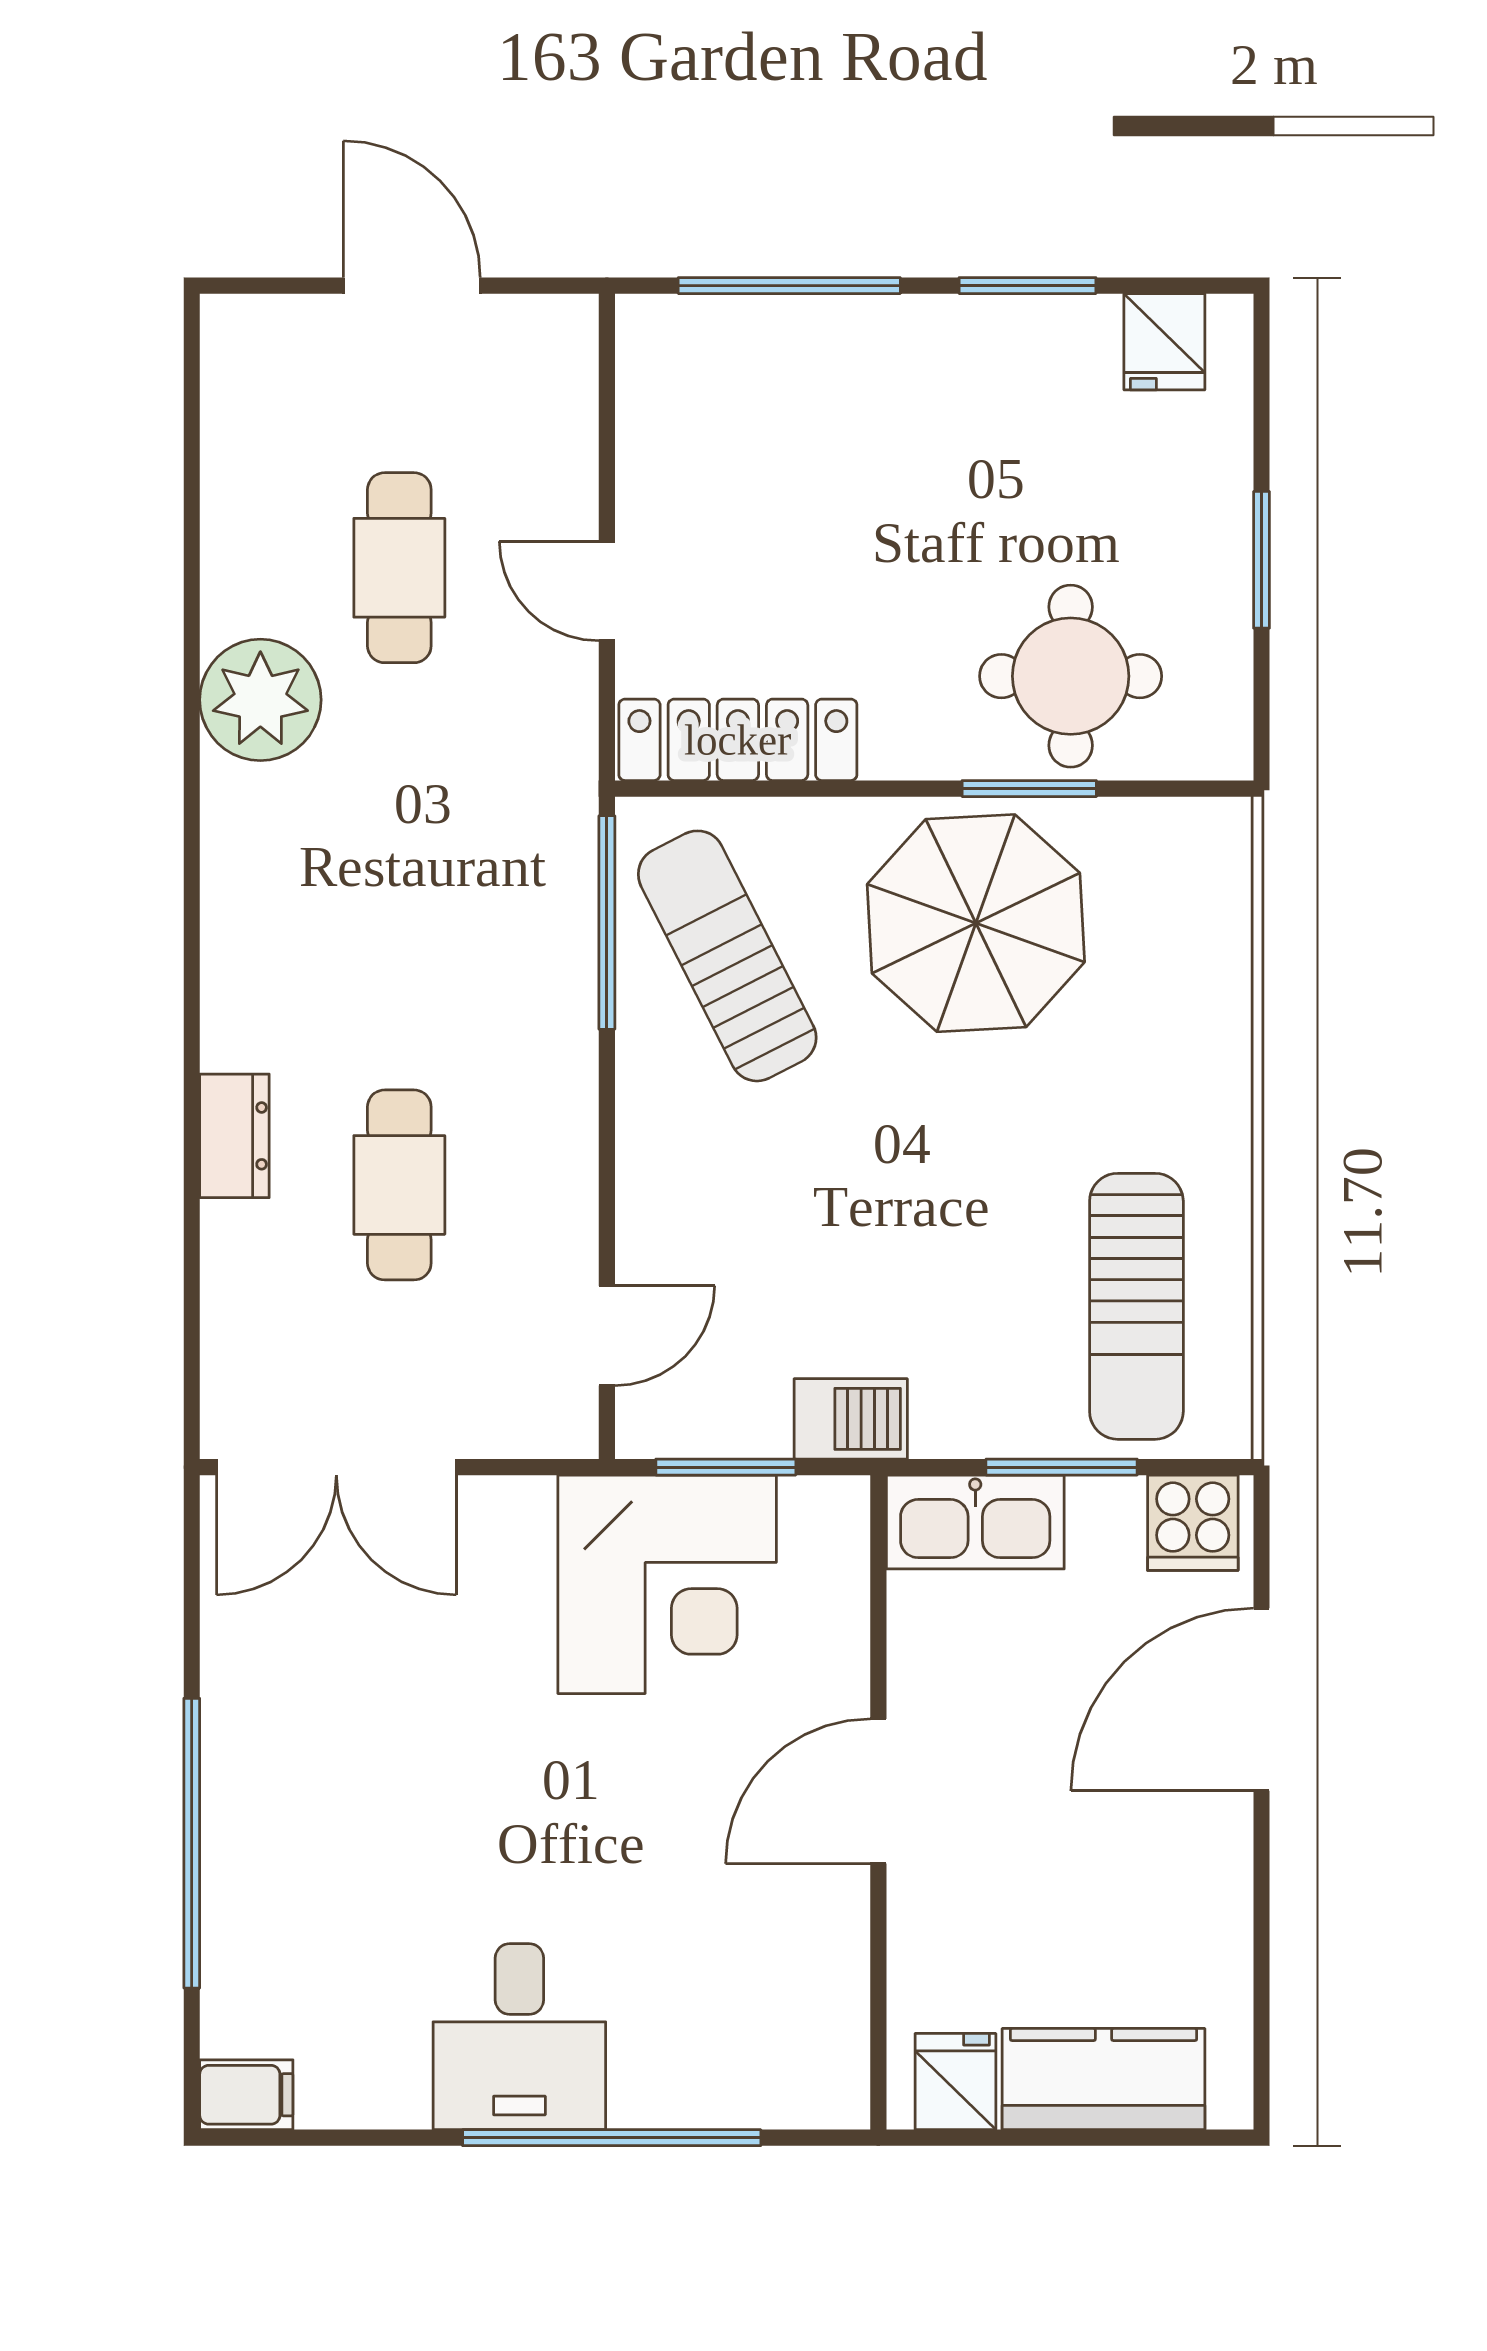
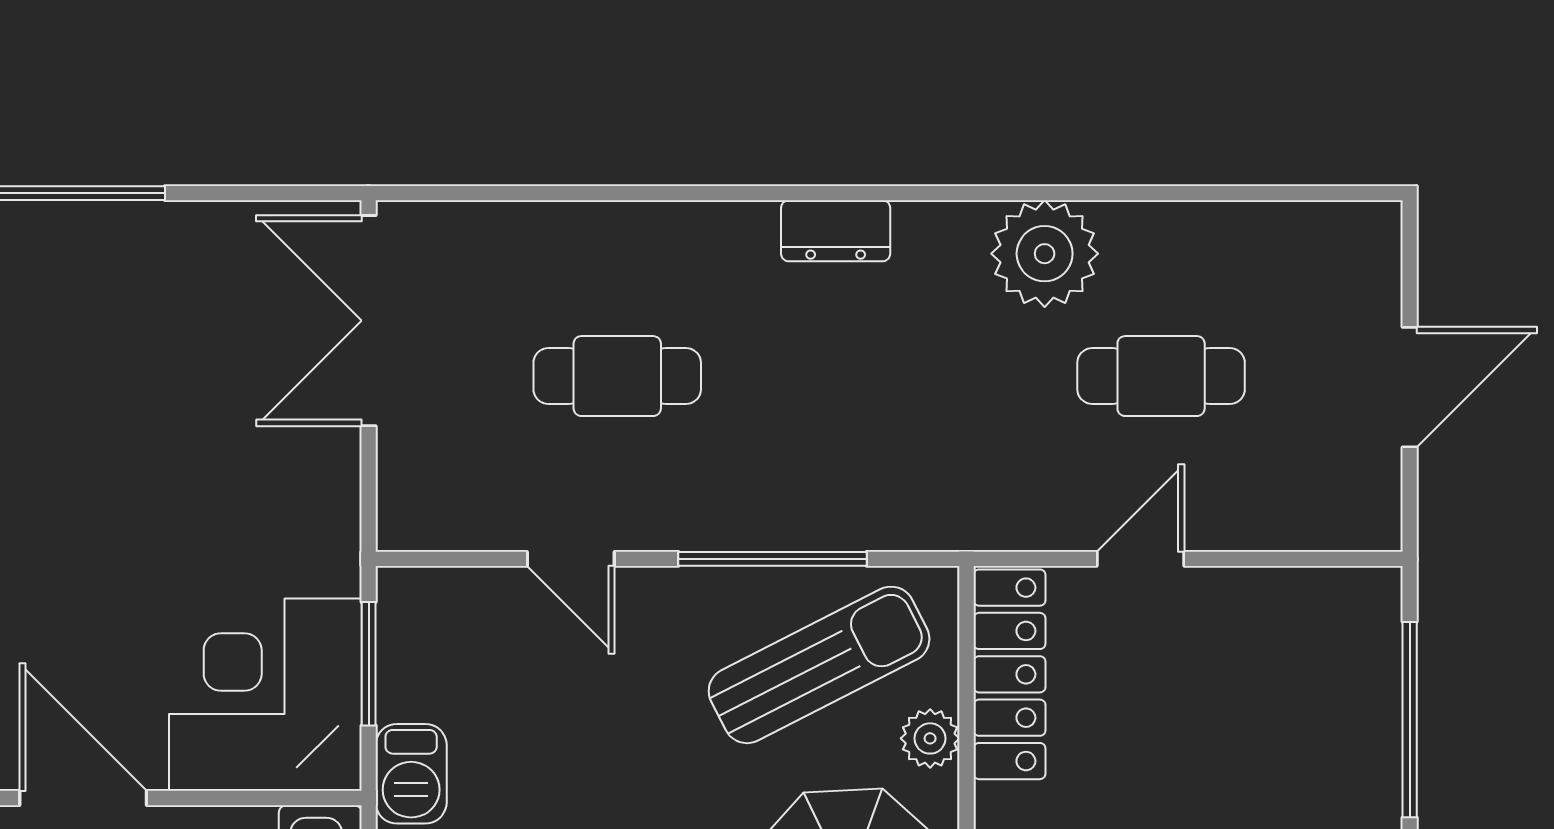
plant: (811, 830) -> (930, 738), added
window: (607, 922) -> (773, 559), moved
dresser: (234, 1136) -> (836, 231), moved
door: (607, 1336) -> (571, 559), moved
corner desk: (667, 1584) -> (265, 695), moved, turned 90

